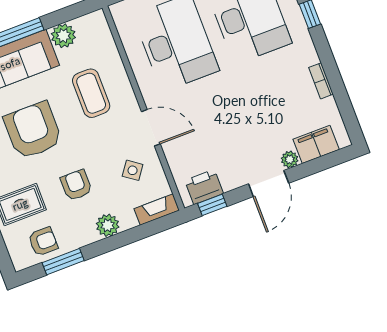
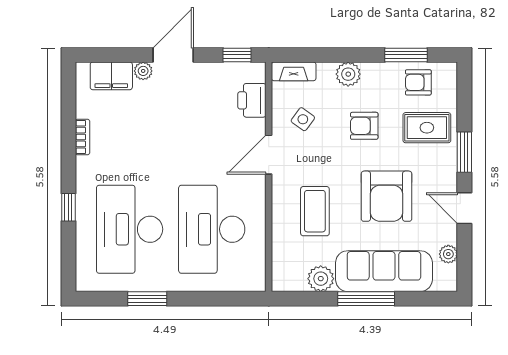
door: (151, 128) -> (269, 155), hinge flipped
armchair: (76, 185) -> (364, 126), turned 90
printer: (204, 187) -> (252, 100), moved, turned 90

